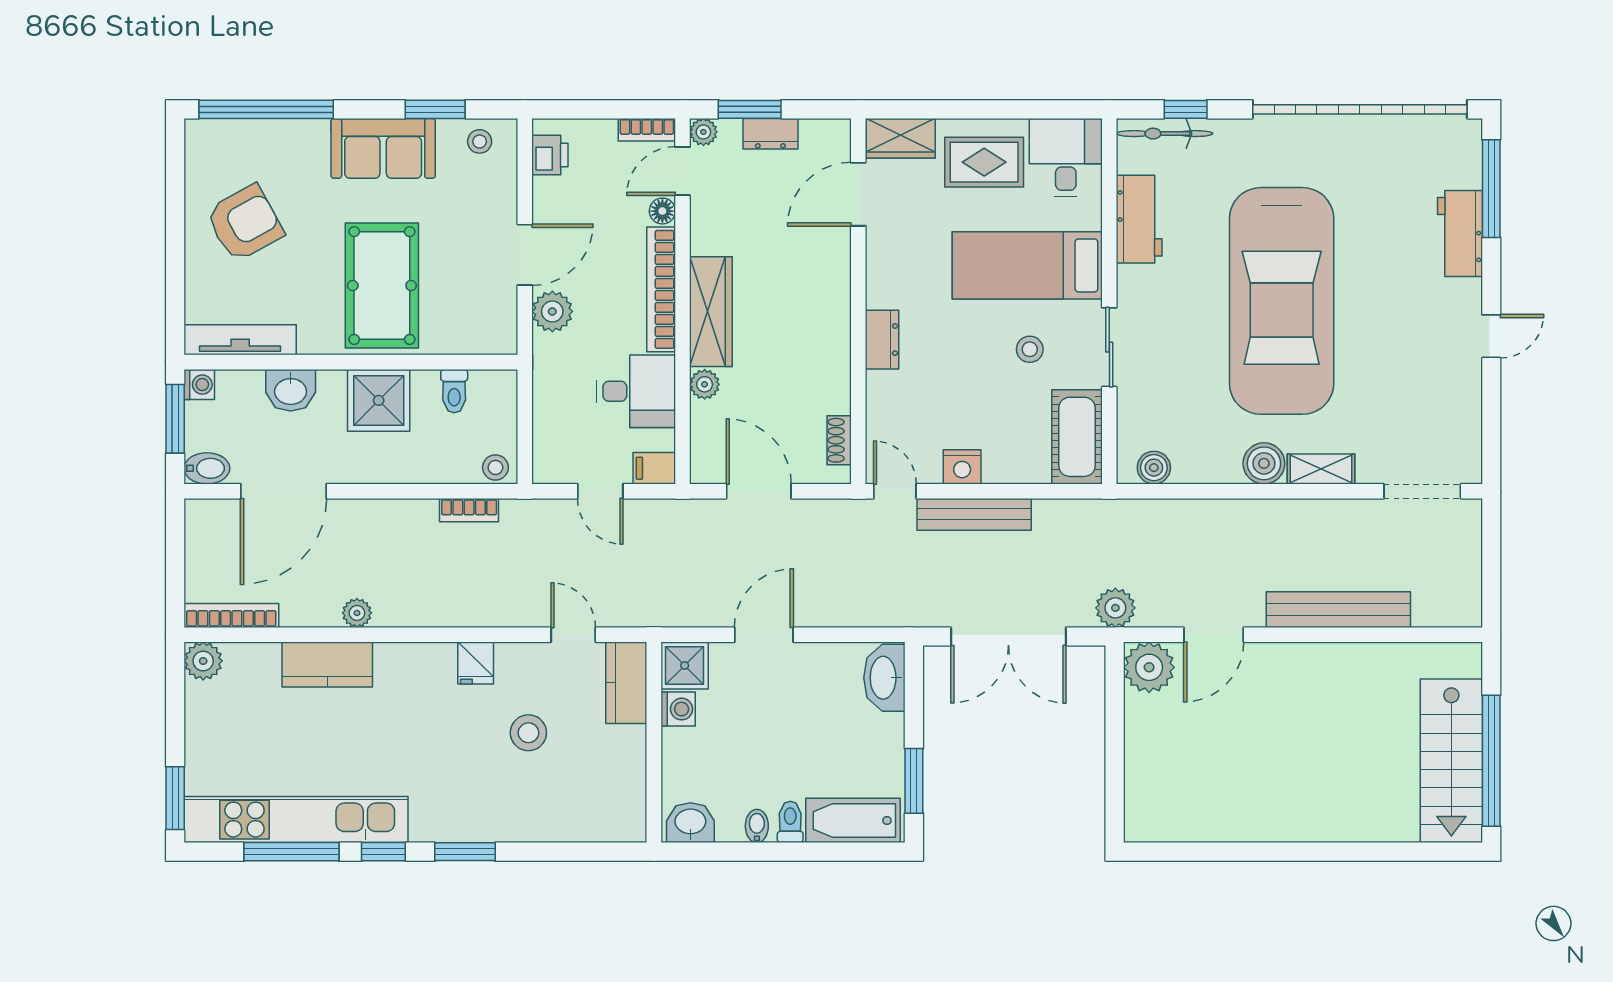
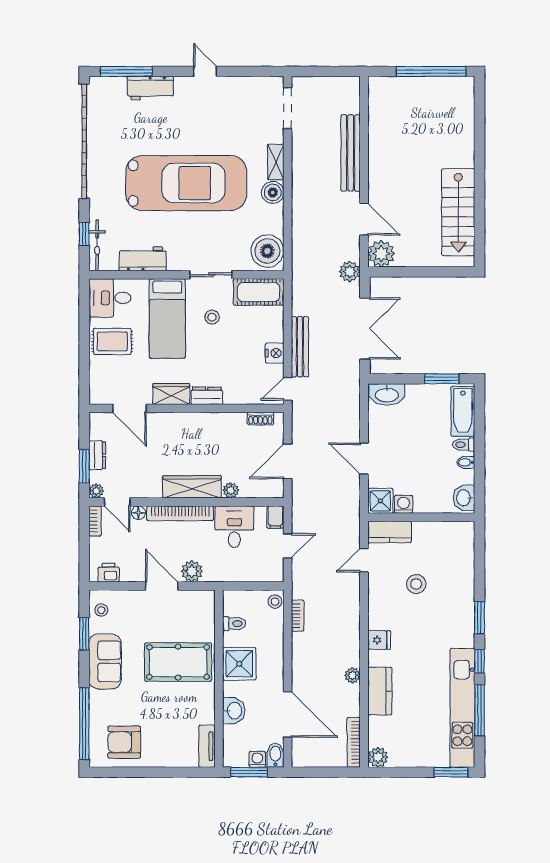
wardrobe: (901, 138) -> (171, 394), moved, turned -90
rug: (984, 162) -> (112, 341), turned 90
armchair: (245, 223) -> (124, 742), moved, turned -61
tv unit: (240, 340) -> (207, 746), width x0.71
washing machine: (199, 385) -> (257, 759), moved
boiler: (1154, 468) -> (267, 251), width x1.86, depth x1.86
fridge: (476, 663) -> (379, 640), moved
stairs: (1451, 761) -> (458, 212), moved, turned 90

